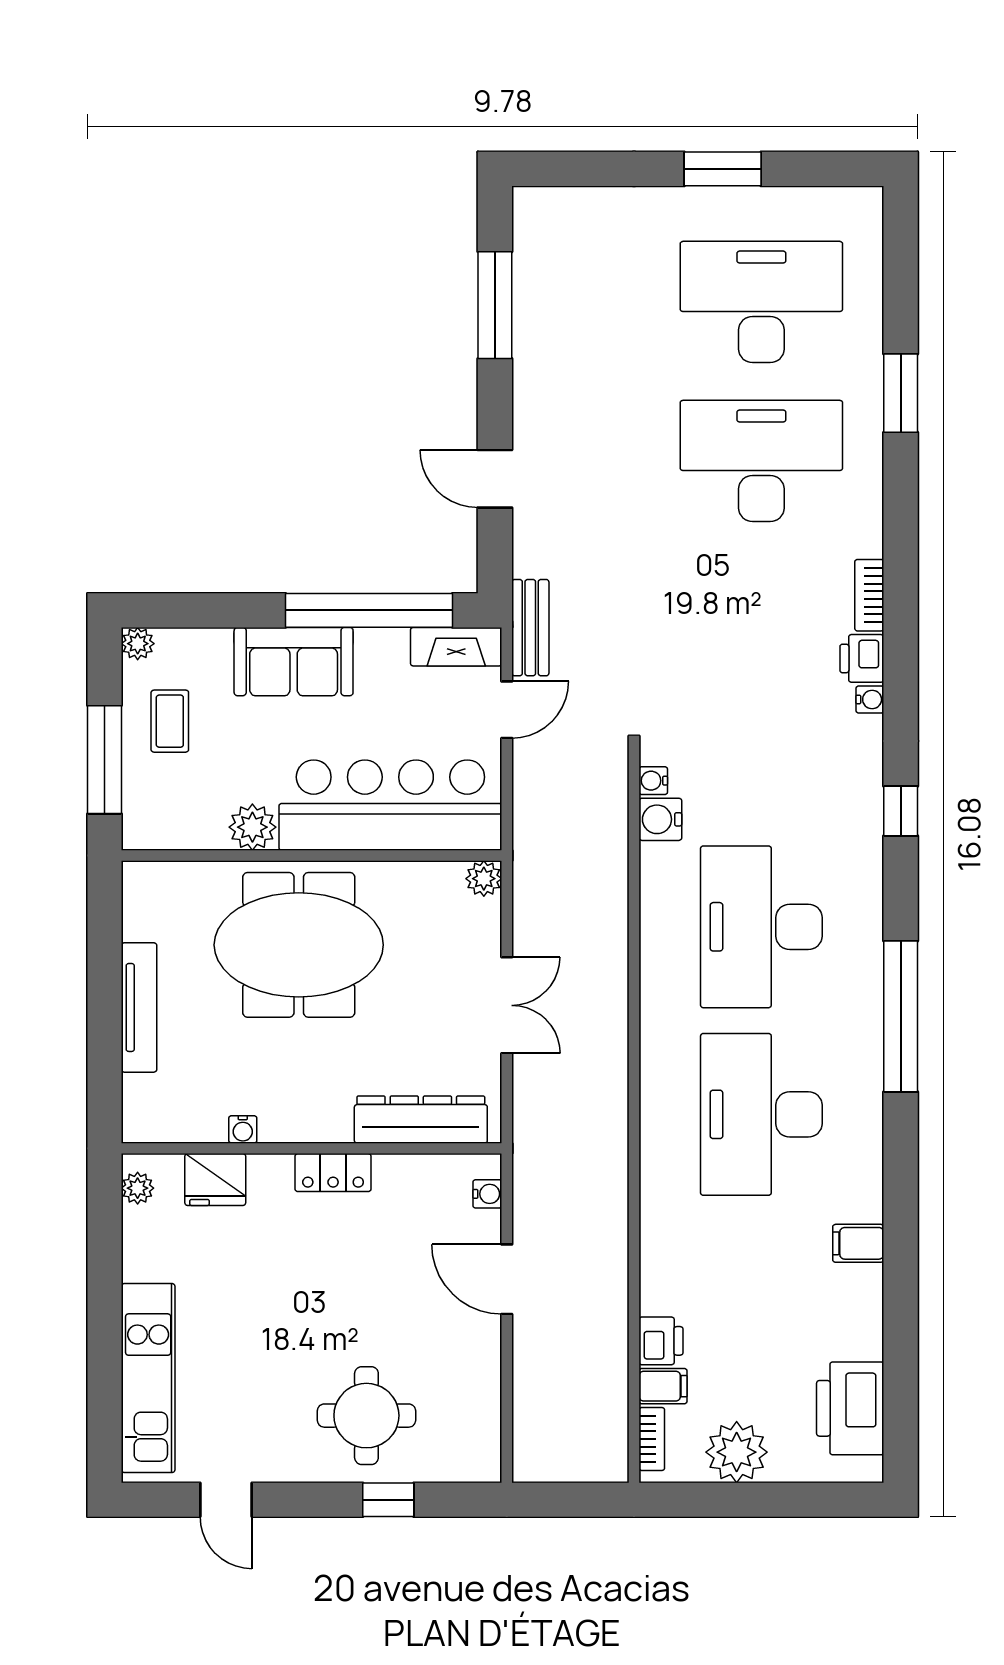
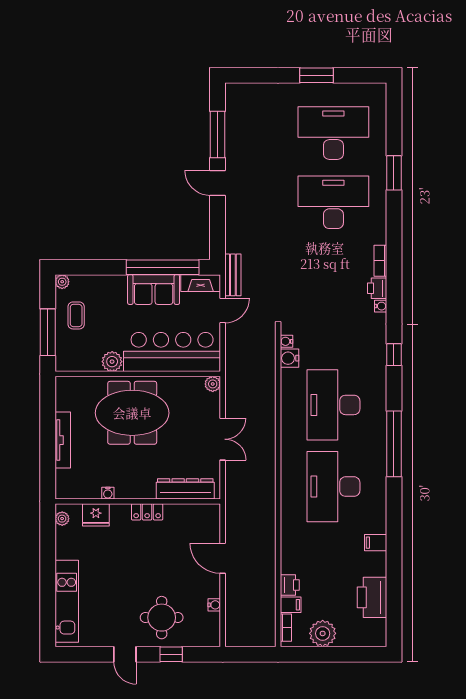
door: (495, 479) -> (218, 183), moved
sofa: (294, 662) -> (154, 290), moved
water cooler: (487, 1194) -> (214, 605), moved
printer: (850, 1408) -> (372, 597), moved
door: (226, 1500) -> (125, 654), moved

